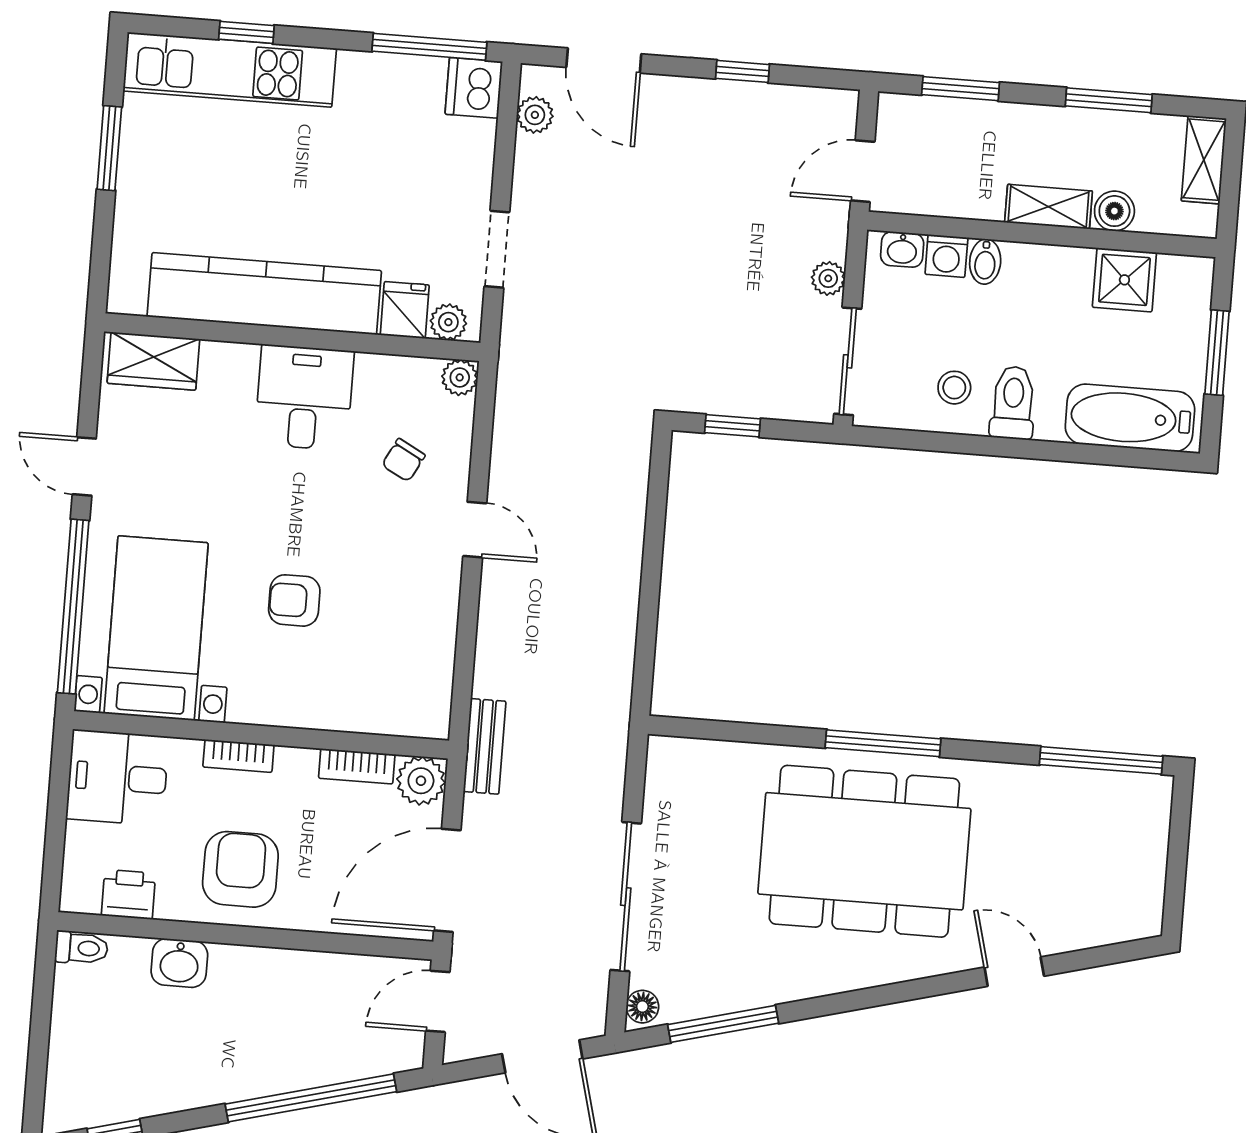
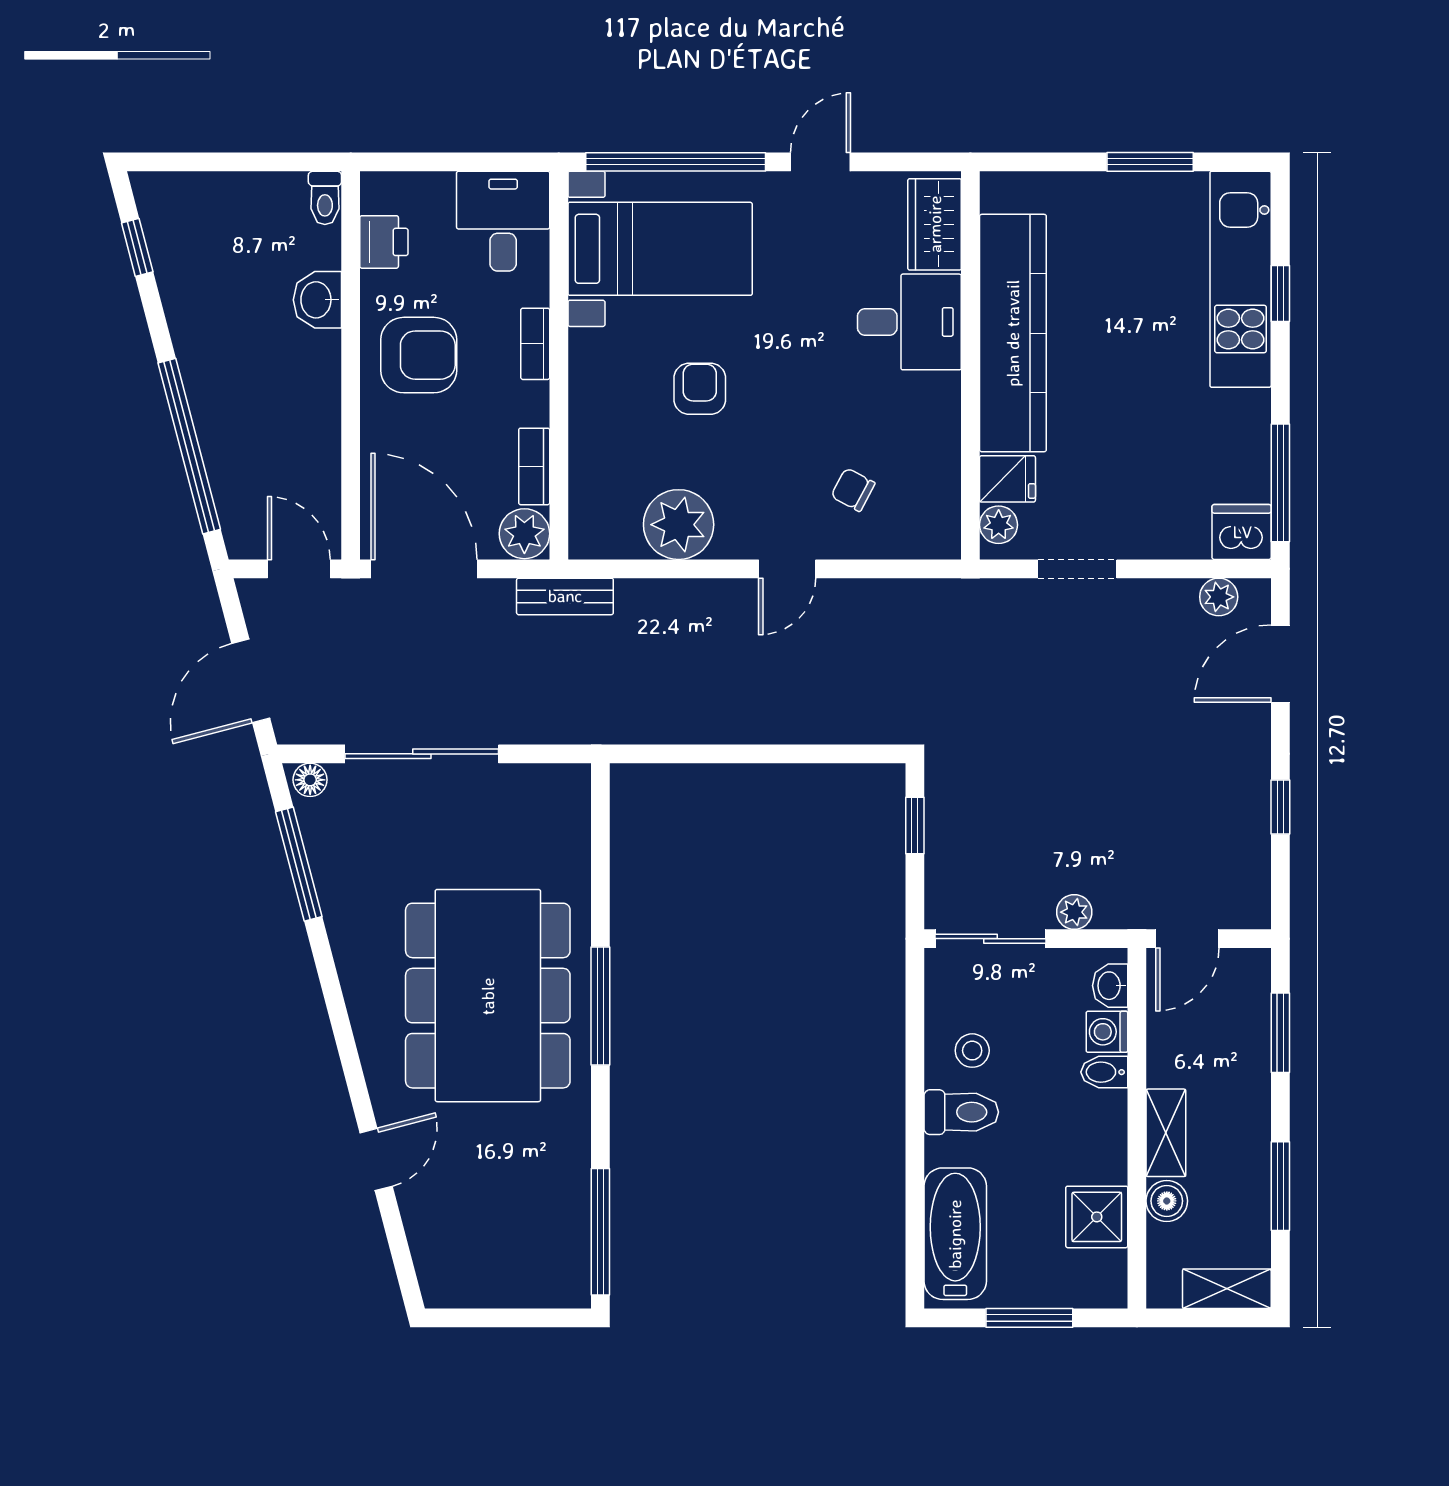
door: (863, 171) -> (1187, 939), swing flipped
plant: (460, 377) -> (679, 525), moved, width x1.87, depth x1.87
desk: (304, 397) -> (909, 322), moved

